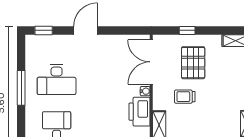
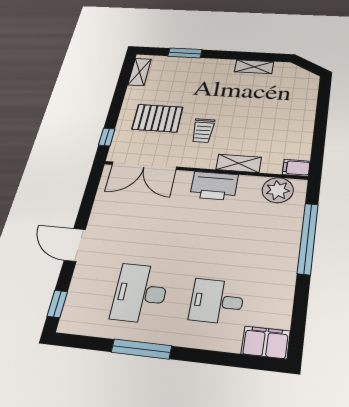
window: (187, 30) -> (107, 137), moved
desk: (57, 80) -> (140, 293), turned 180
water cooler: (145, 91) -> (185, 176), removed

